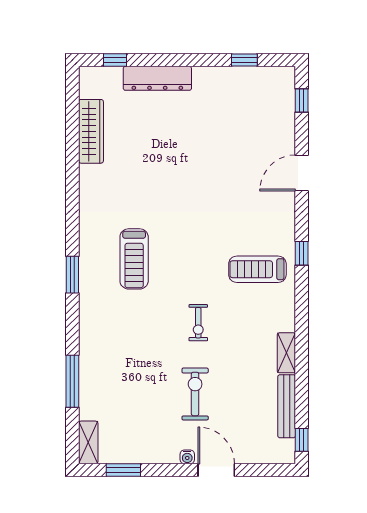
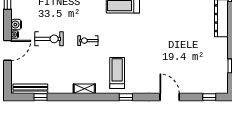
shelving: (286, 353) -> (84, 89), moved
bench: (287, 406) -> (30, 89), moved
window: (302, 440) -> (41, 97), moved
water cooler: (169, 454) -> (16, 25), added

